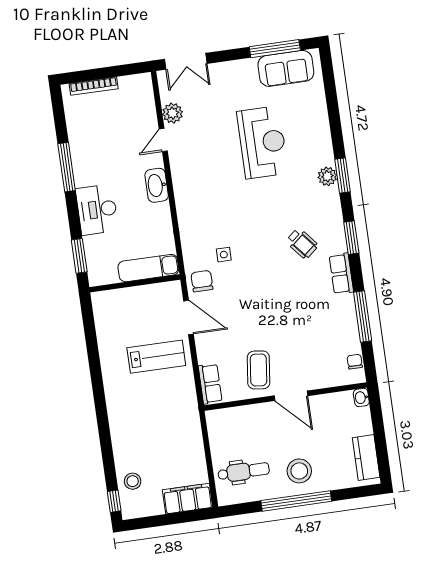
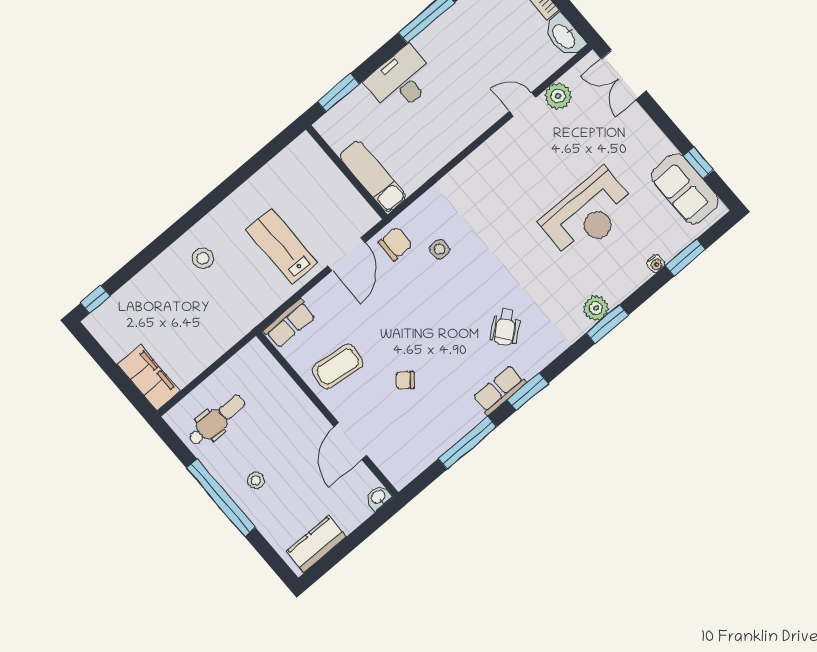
window: (275, 49) -> (699, 163), width x0.46
window: (331, 97) -> (685, 258), added
water cooler: (323, 119) -> (656, 264), added
washbasin: (157, 185) -> (564, 36), moved, turned -90
window: (351, 238) -> (528, 392), moved
lab bench: (156, 357) -> (282, 246), turned 180
chair: (355, 362) -> (405, 380), moved, turned -141
door: (291, 396) -> (350, 441), moved
stool: (299, 471) -> (256, 480), width x0.53, depth x0.53
dental chair: (244, 472) -> (217, 420), turned -90
stool: (133, 481) -> (203, 258), moved

